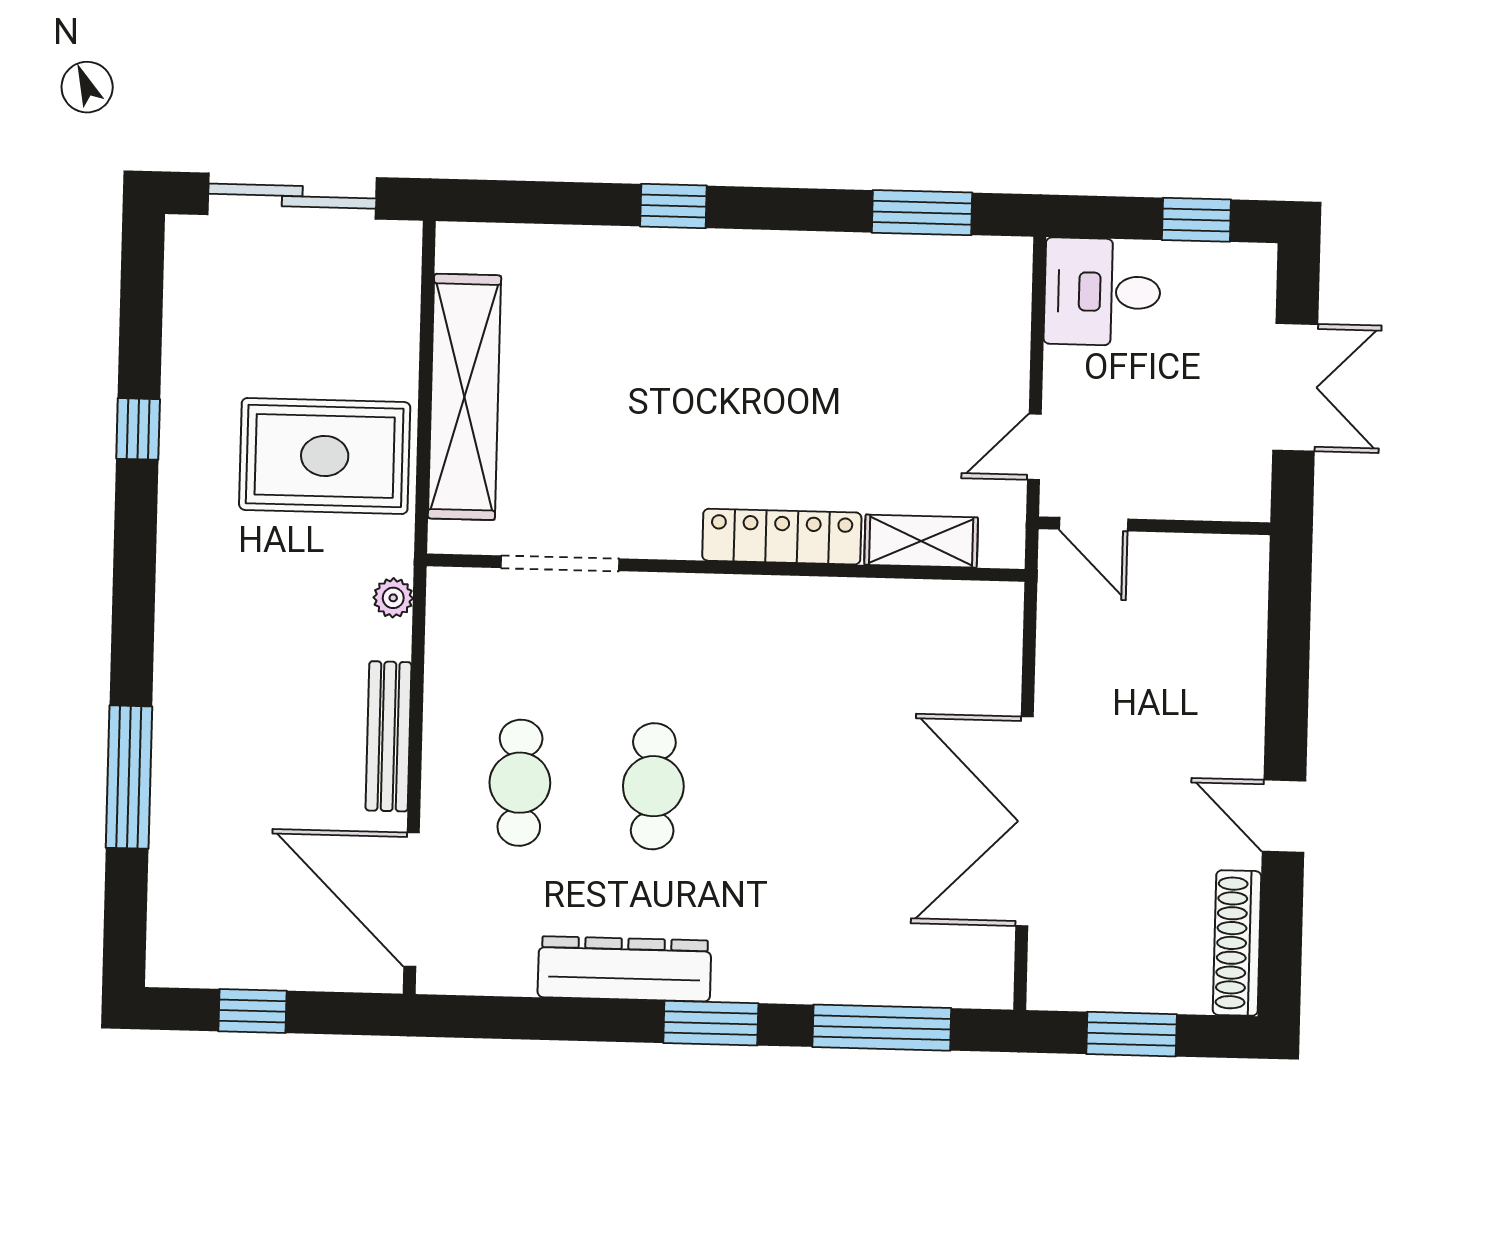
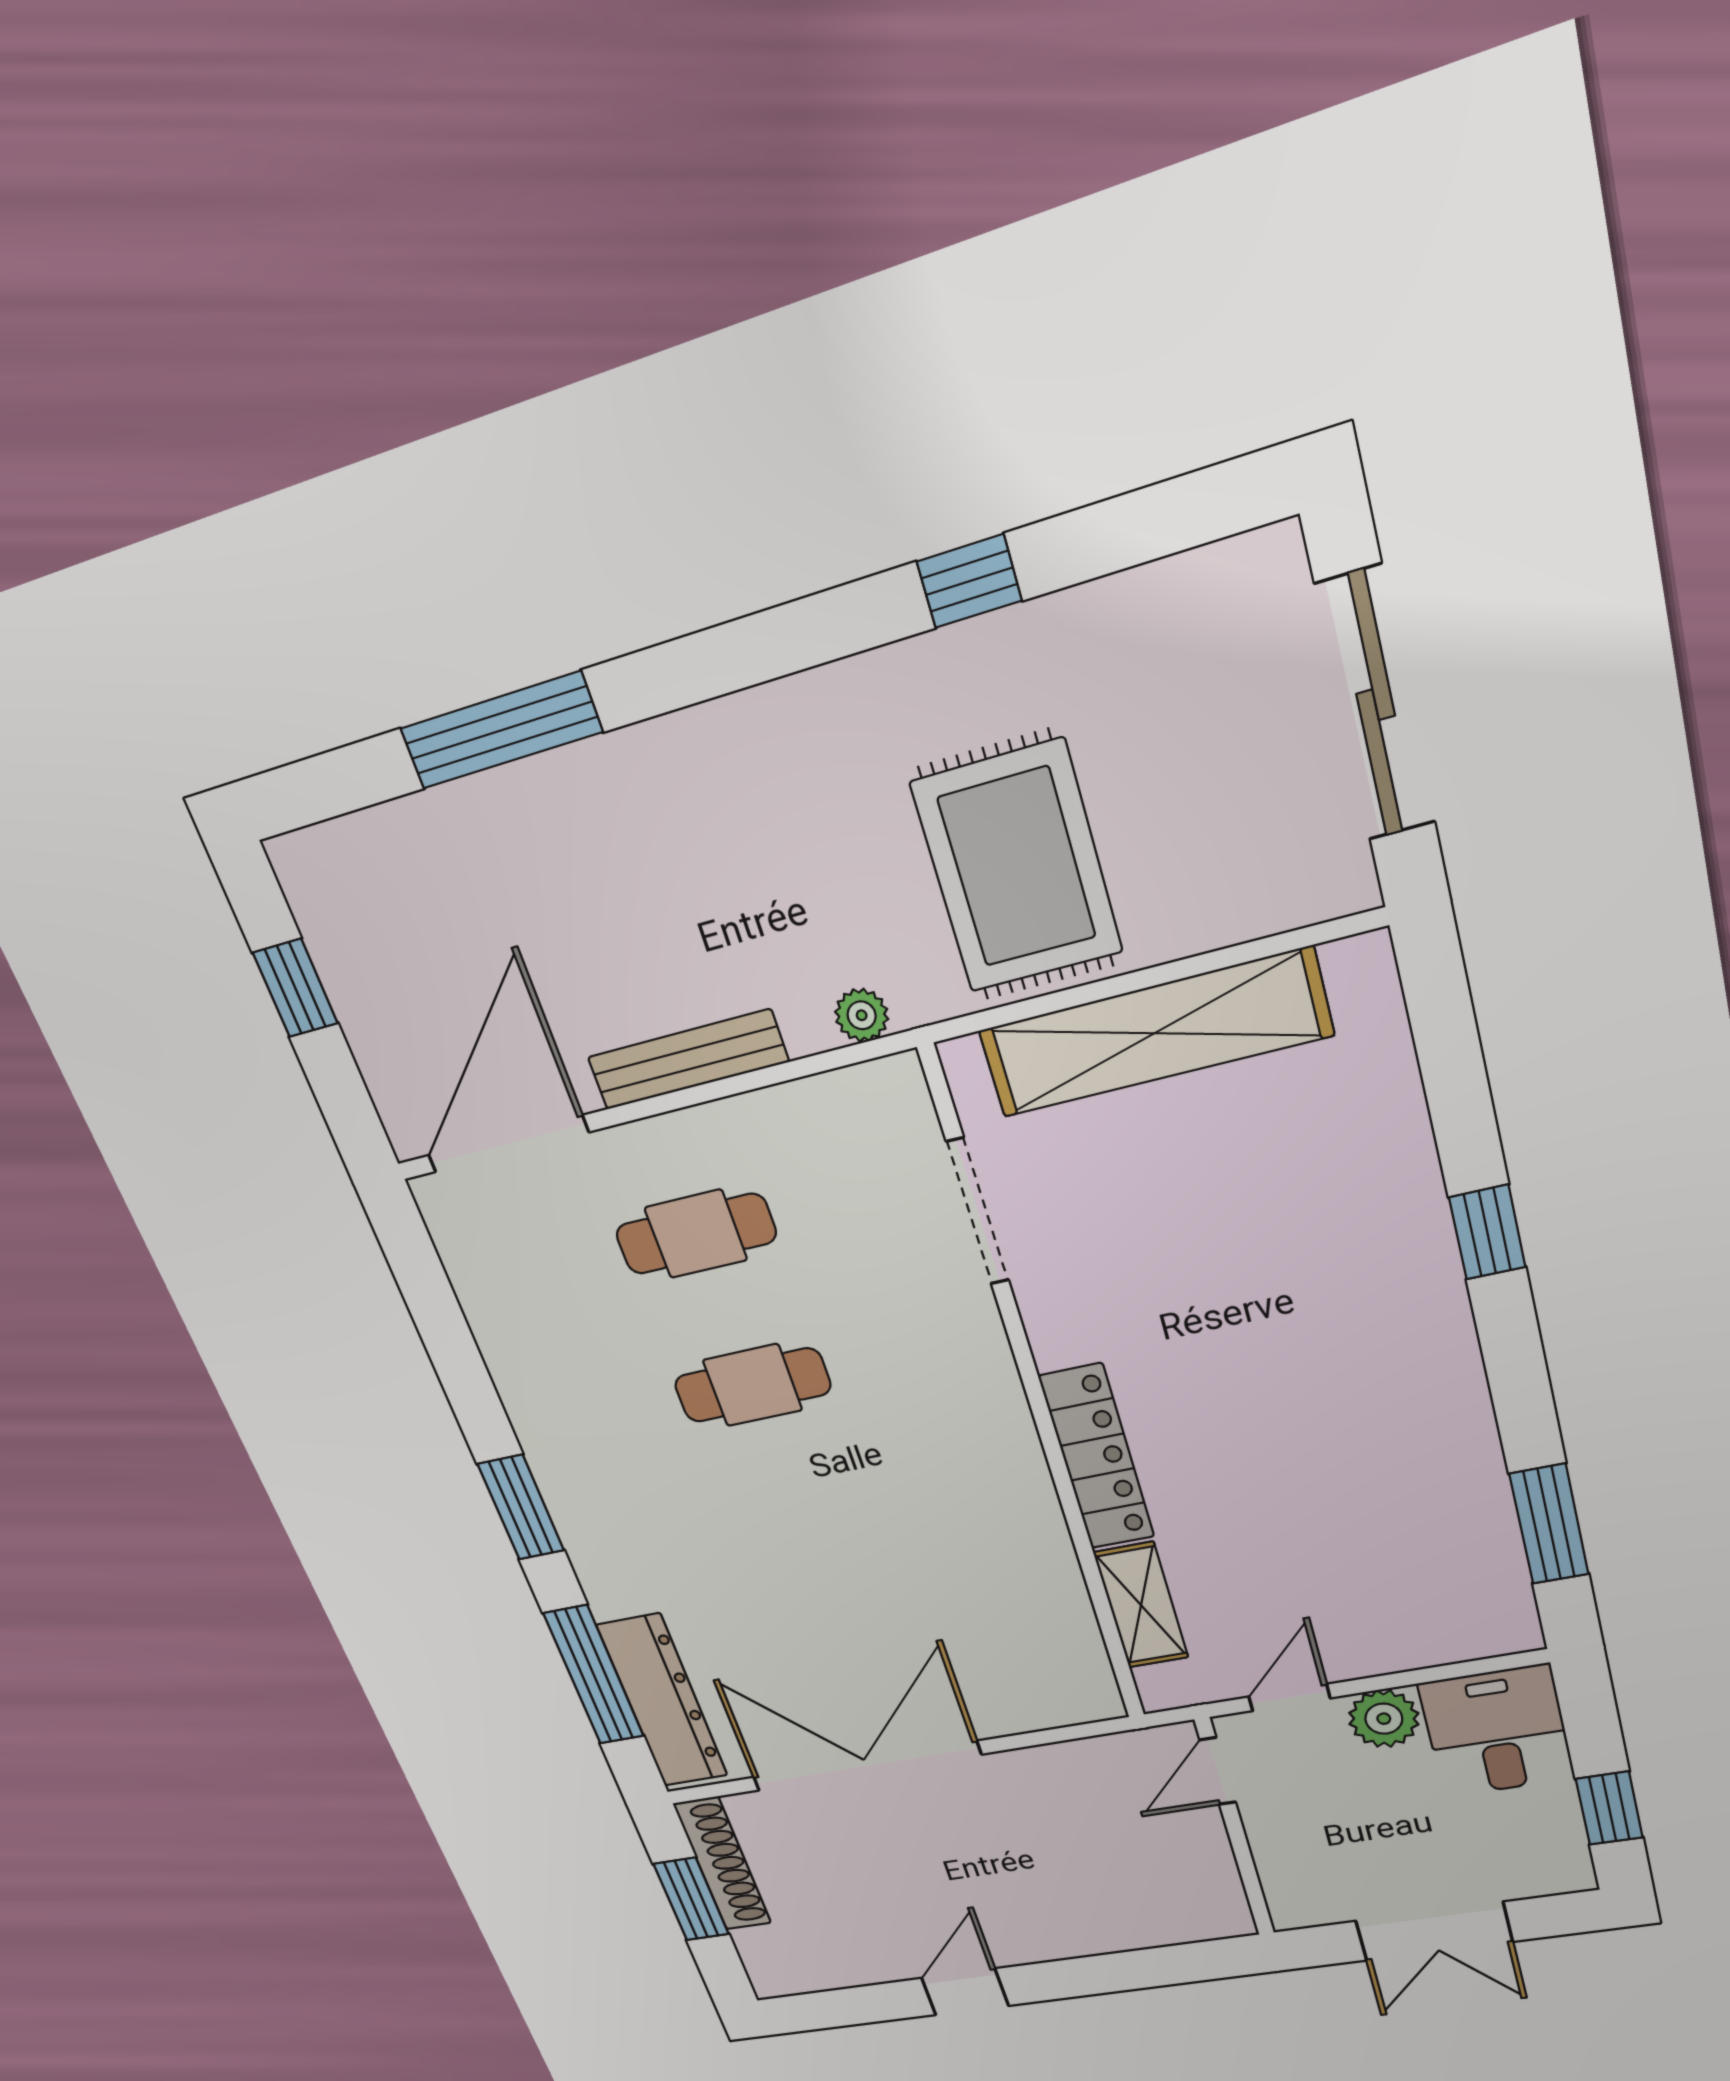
plant: (1071, 377) -> (1384, 1719), added
door: (1034, 447) -> (1289, 1697), hinge flipped
shoe rack: (1237, 943) -> (722, 1864), moved, turned 90
dresser: (624, 969) -> (663, 1701), moved

